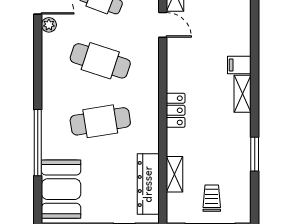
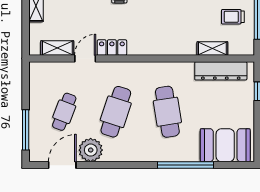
plant: (49, 25) -> (91, 150), width x1.88, depth x1.88
locker: (176, 110) -> (112, 48), moved

